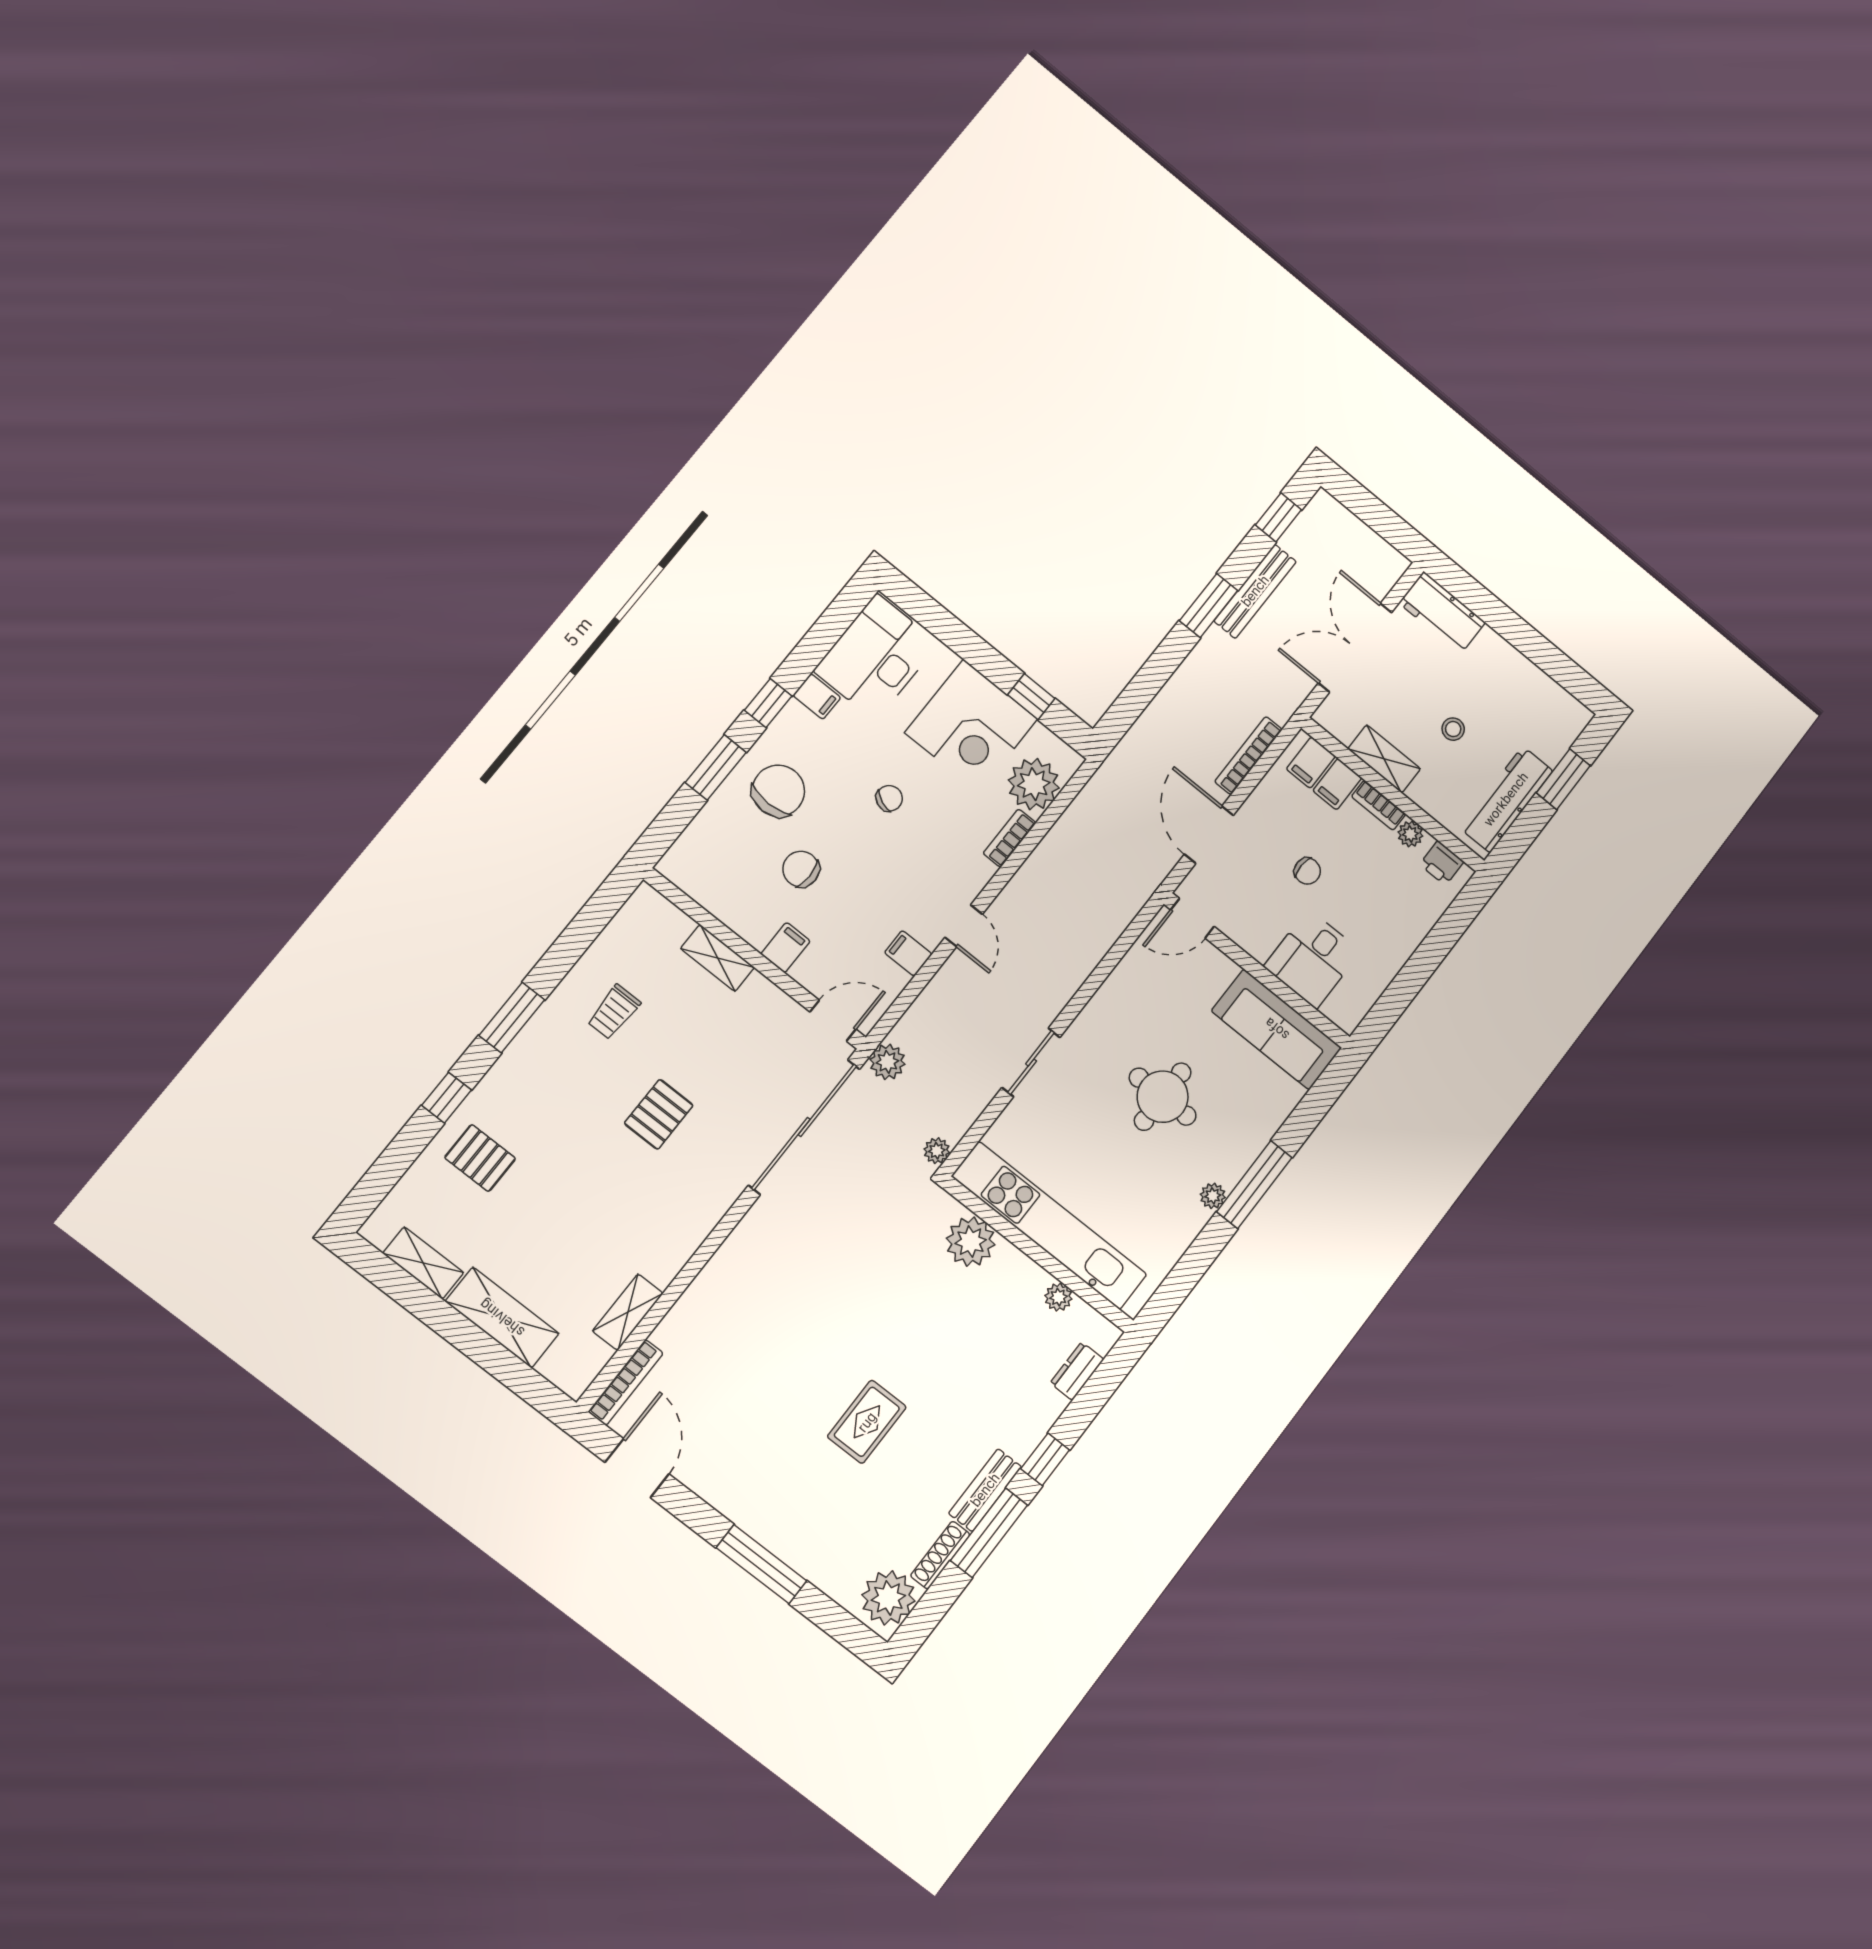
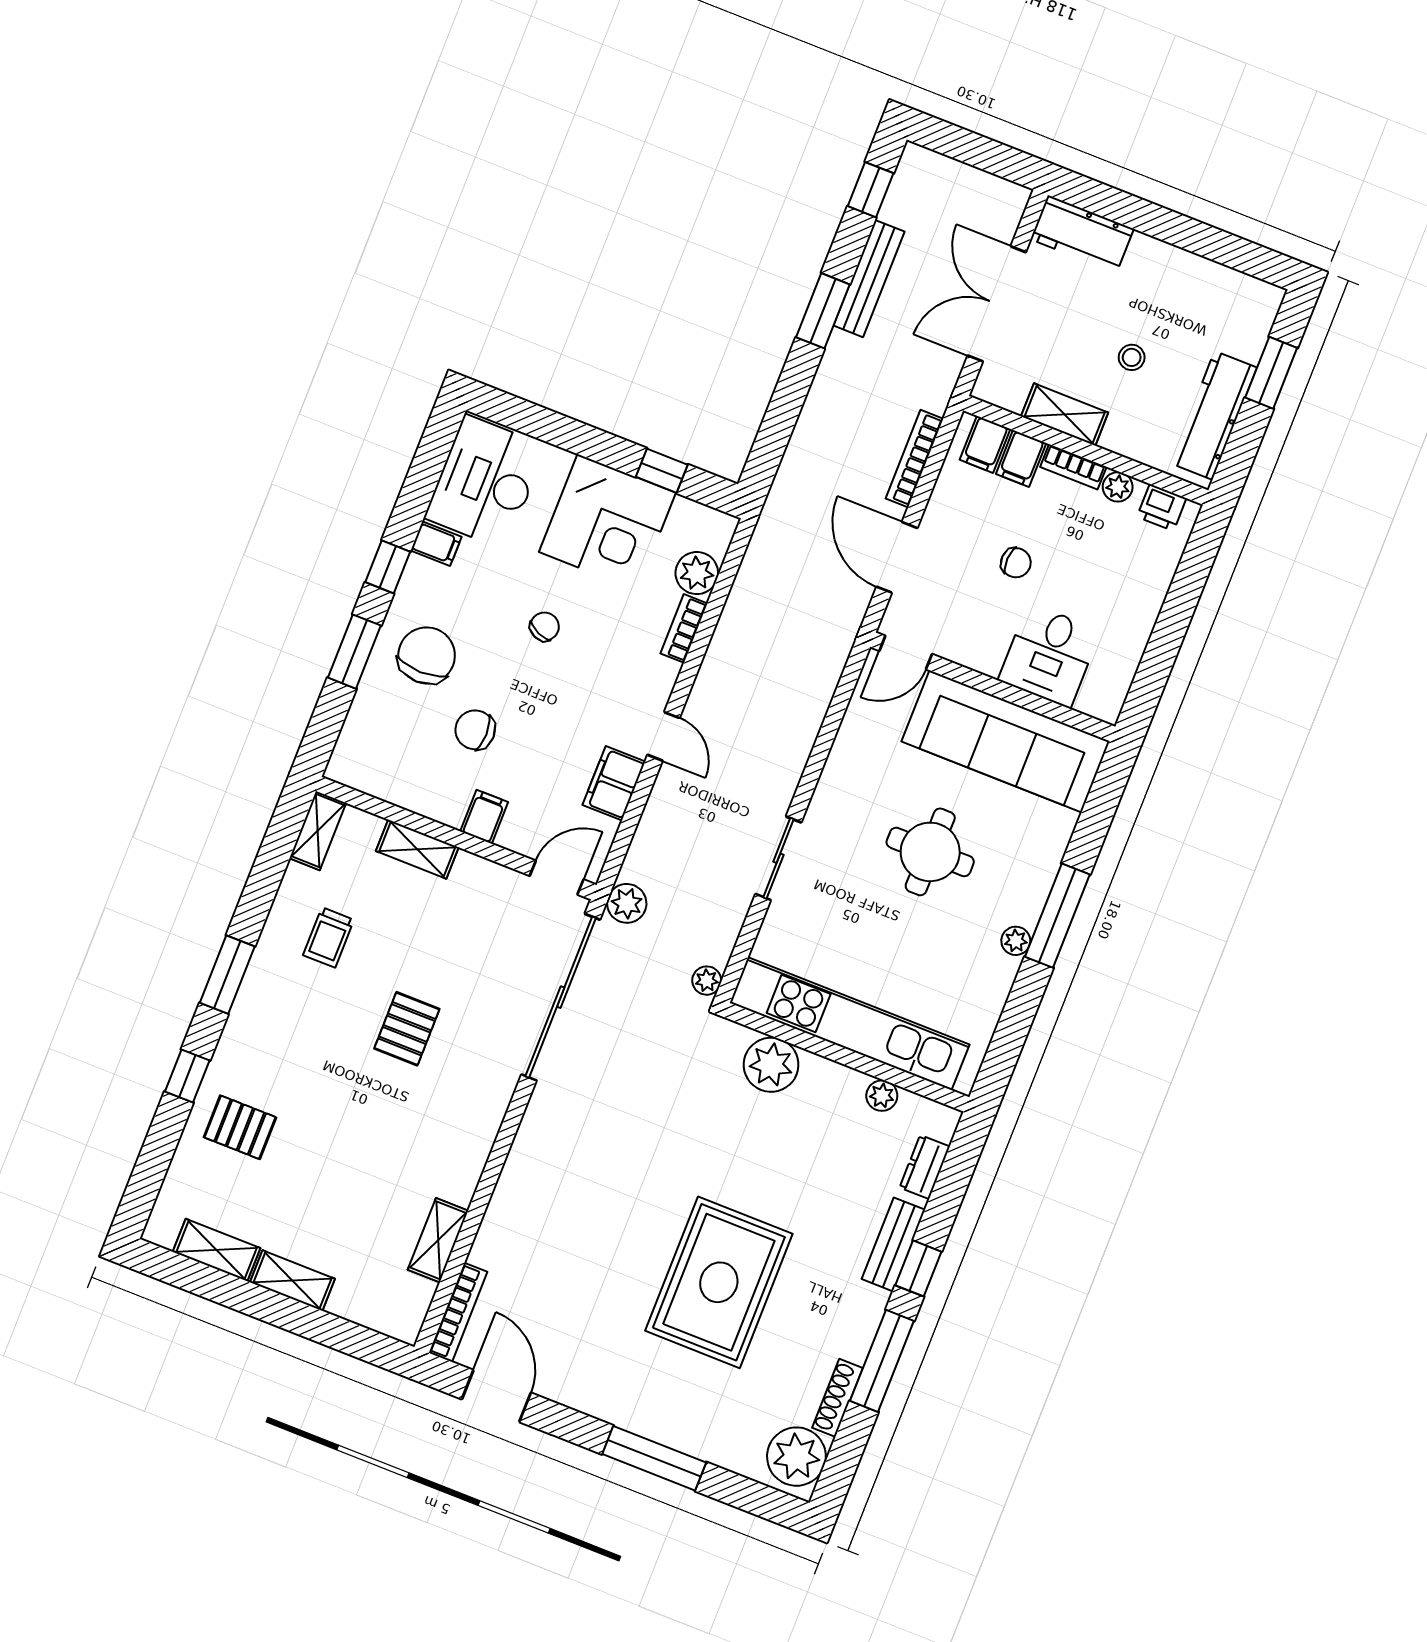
plant: (1034, 784) -> (697, 573), width x0.73, depth x0.73
shelving: (634, 914) -> (318, 831), added
filing cabinet: (908, 953) -> (614, 783), width x2.00
sofa: (1277, 1029) -> (1006, 741), width x1.36, depth x1.27
shelving: (502, 1318) -> (292, 1281), width x0.67, depth x0.75
rug: (867, 1422) -> (719, 1282), width x1.86, depth x2.06
bench: (985, 1490) -> (893, 1244), moved

